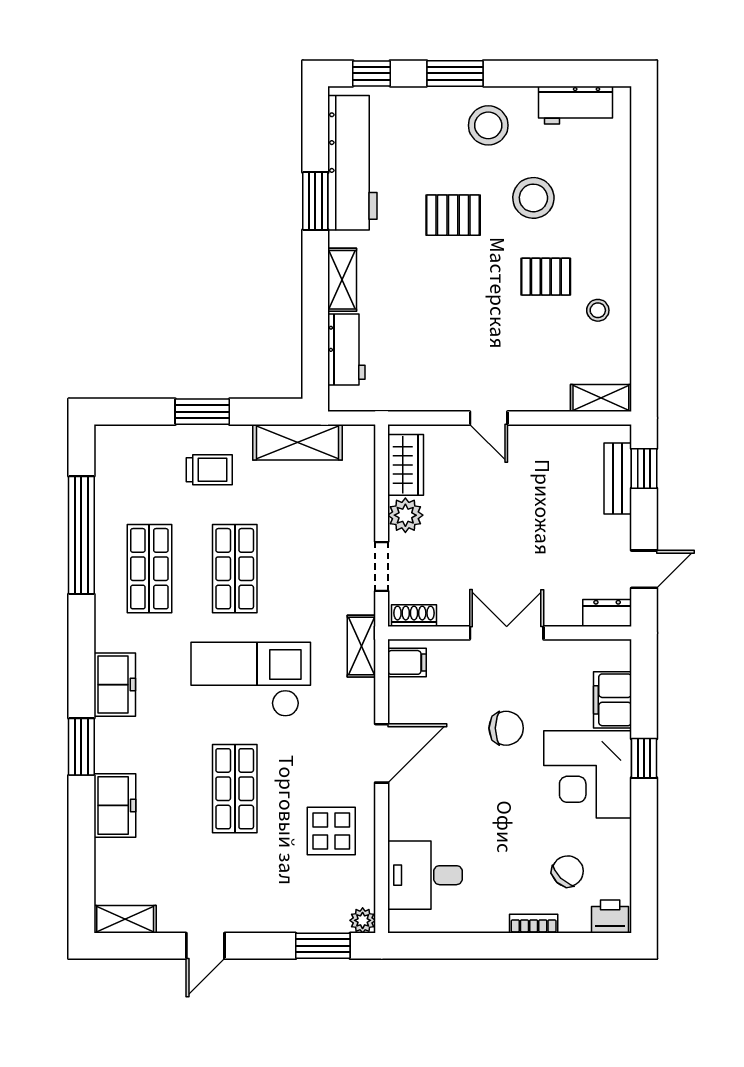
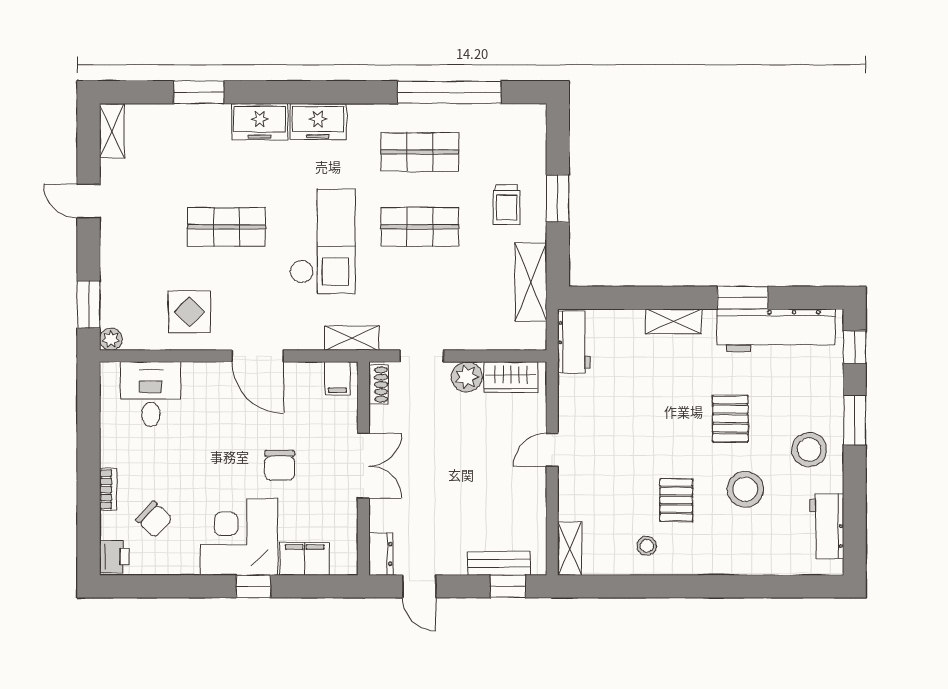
workbench: (346, 350) -> (574, 342), moved, turned -90
window: (81, 747) -> (199, 92), moved
freezer: (115, 805) -> (260, 122), moved

